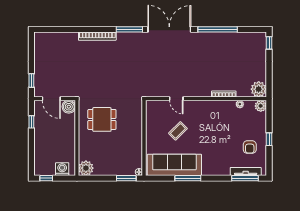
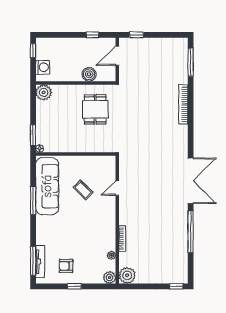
window: (129, 29) -> (191, 62), moved
boiler: (69, 107) -> (89, 74), moved

